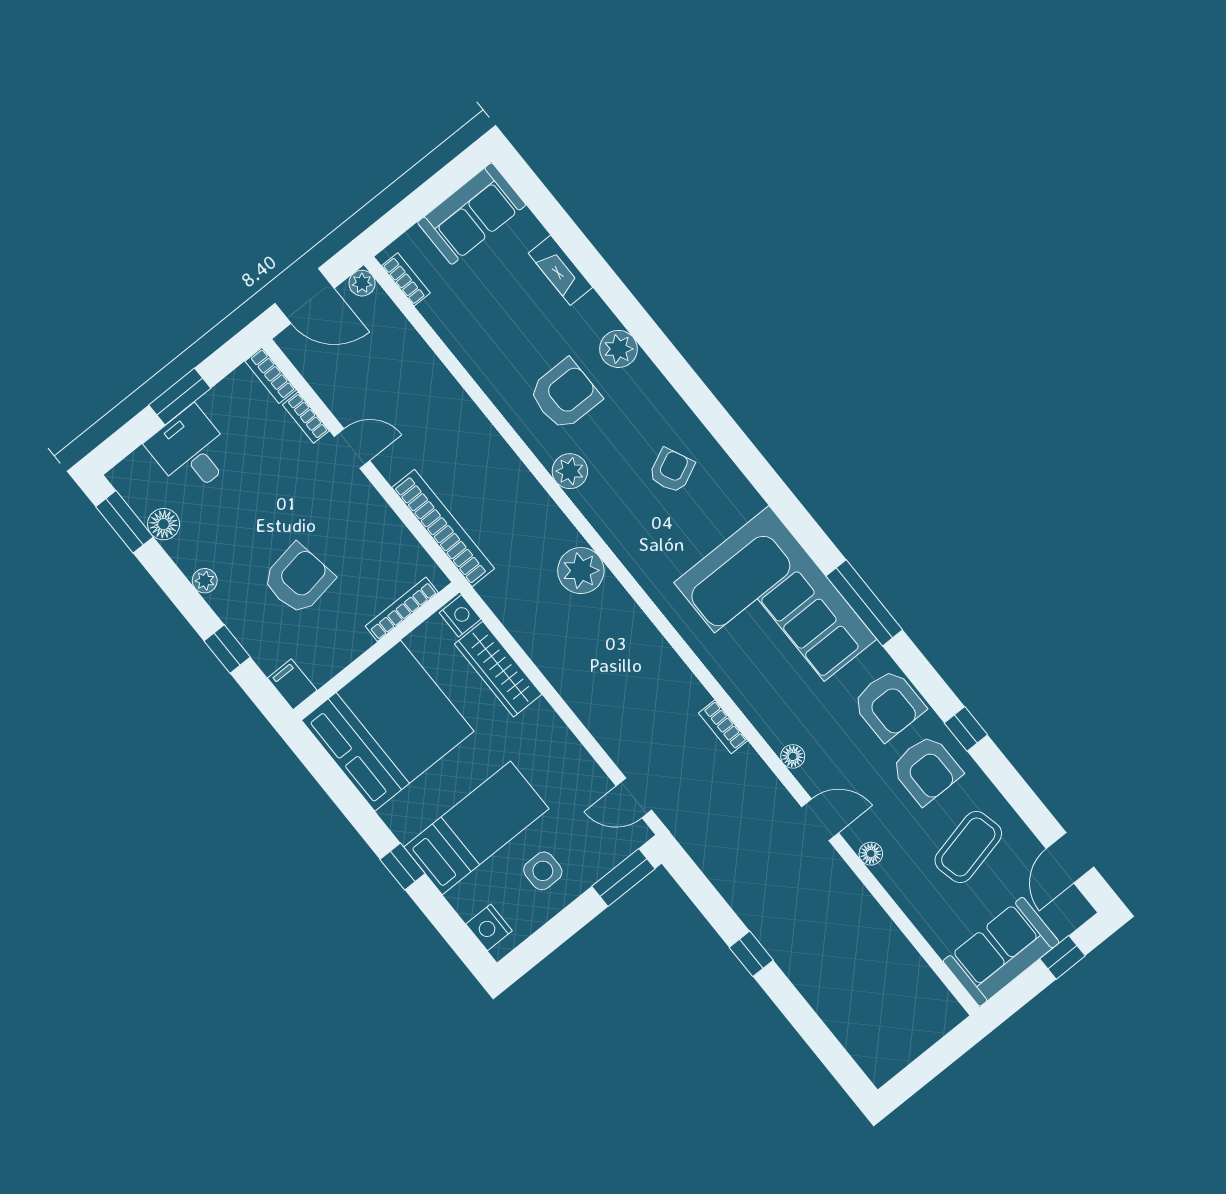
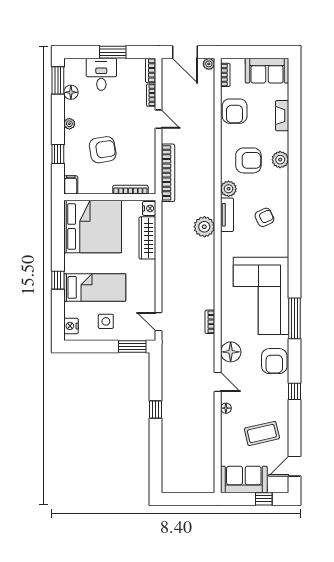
tv unit: (604, 518) -> (227, 215), added
floor lamp: (793, 756) -> (231, 352), width x1.89, depth x1.89
armchair: (927, 770) -> (235, 111), moved

